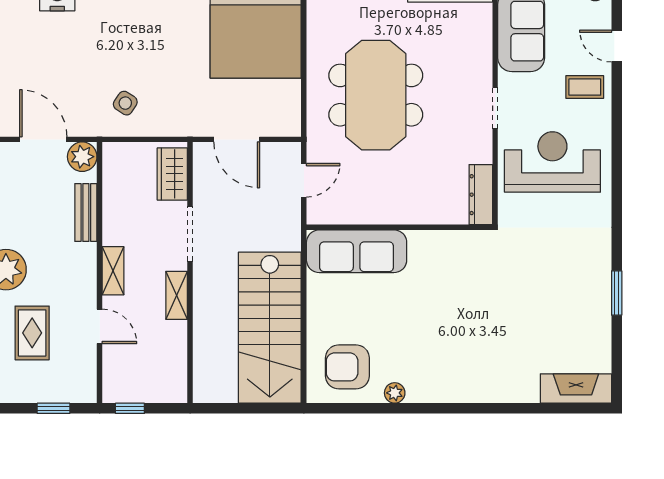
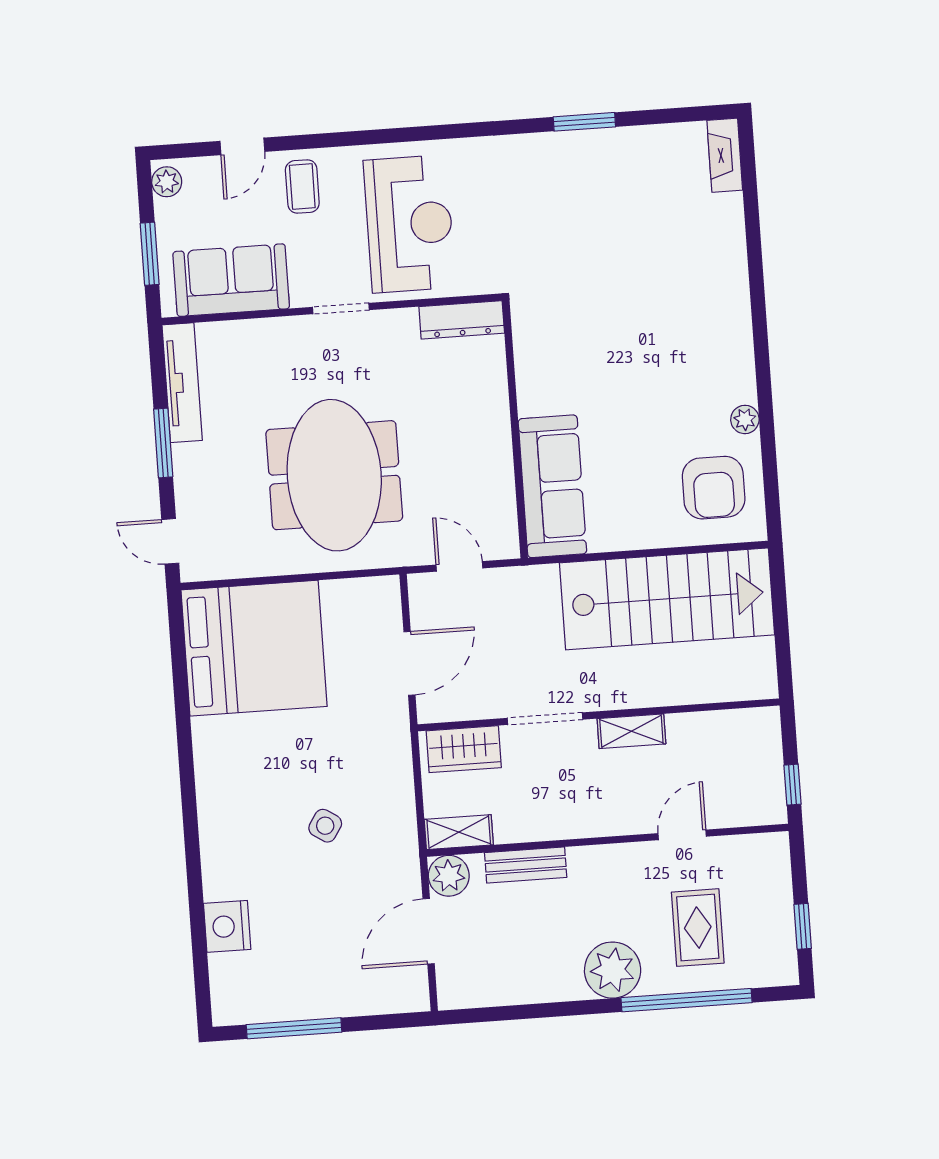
meeting table: (376, 95) -> (334, 475), turned 90
side table: (125, 103) -> (325, 826), moved
reception desk: (552, 162) -> (409, 224), turned 180
shelving: (113, 271) -> (459, 832), moved
rug: (32, 333) -> (698, 928), turned 90
fireplace: (576, 389) -> (725, 155), width x0.73, depth x0.76
window: (53, 408) -> (803, 926), moved

